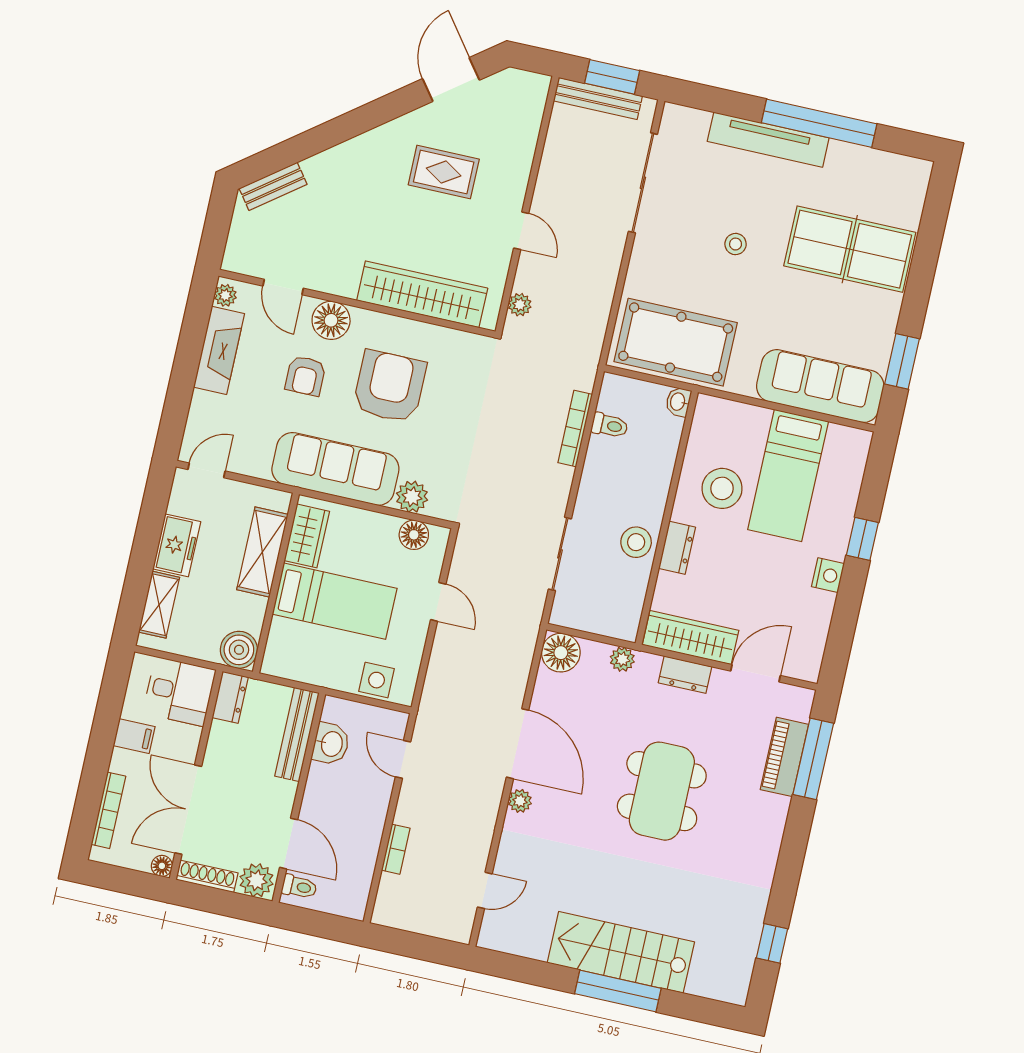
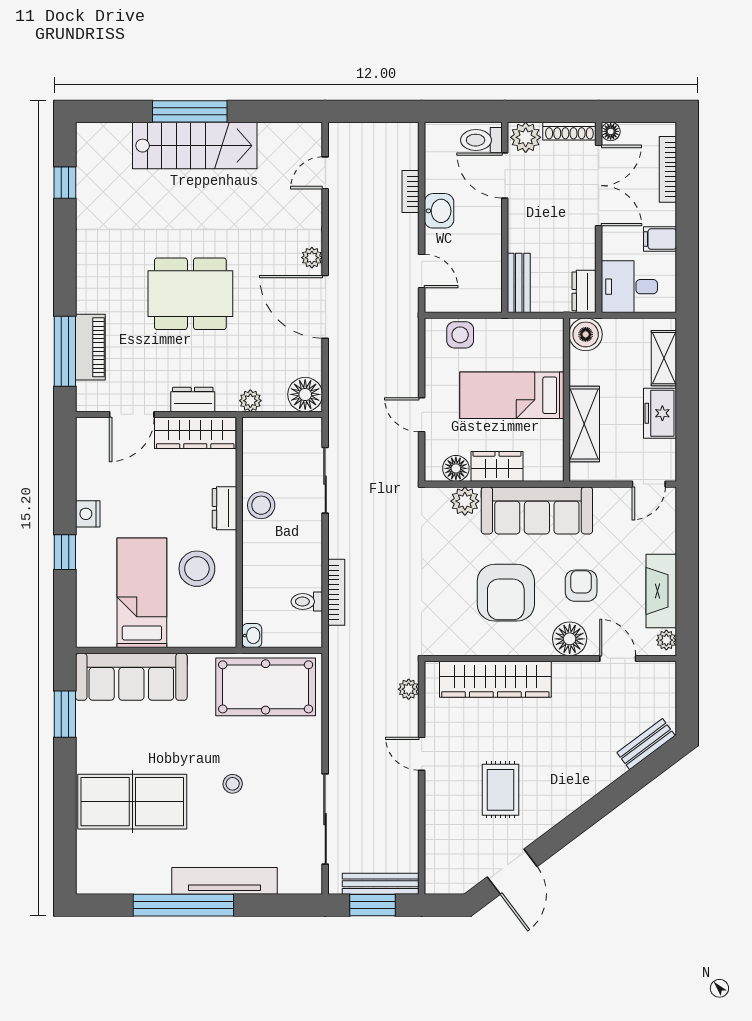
rug: (444, 172) -> (501, 790), turned 90
wardrobe: (307, 536) -> (497, 466), moved, turned 90
bench: (297, 734) -> (519, 283), width x0.73
washbasin: (331, 744) -> (439, 211), moved, turned 180
dining table: (662, 791) -> (190, 294), turned 90
toilet: (299, 887) -> (481, 140), width x1.37, depth x1.39

